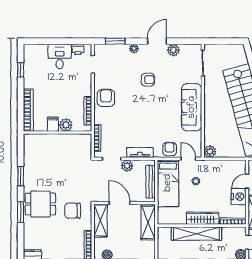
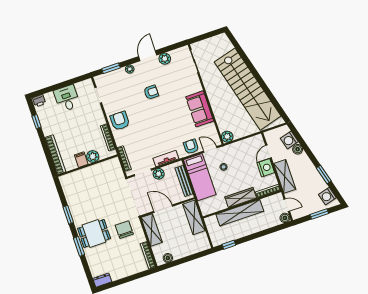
printer: (78, 49) -> (39, 101), moved
sofa: (192, 107) -> (200, 109), width x0.73
chair: (73, 211) -> (124, 230), turned 90

